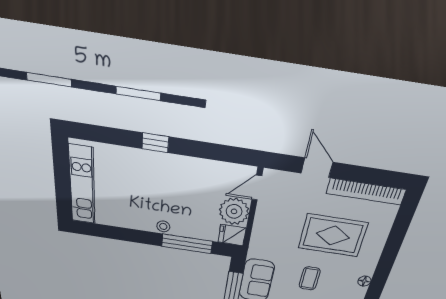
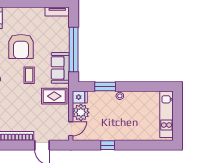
window: (155, 143) -> (108, 145), moved
rug: (333, 235) -> (54, 96), moved, width x0.73, depth x0.70
window: (187, 244) -> (105, 87), width x0.69

